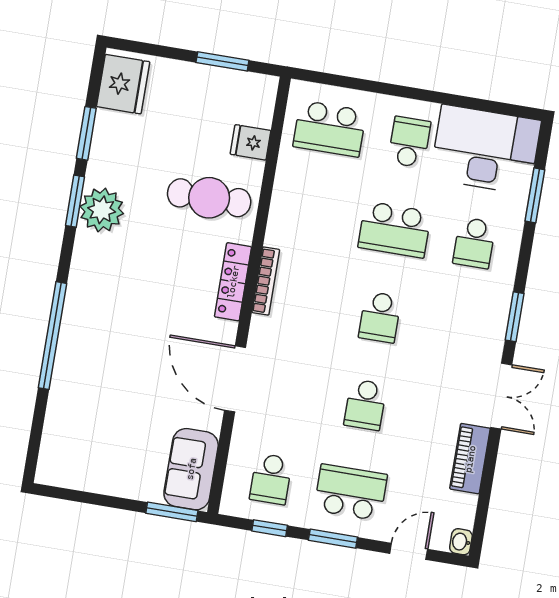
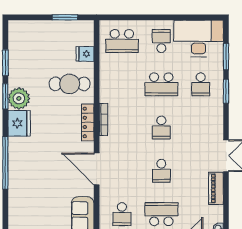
fridge: (123, 84) -> (19, 123), moved
window: (515, 317) -> (226, 91), moved

